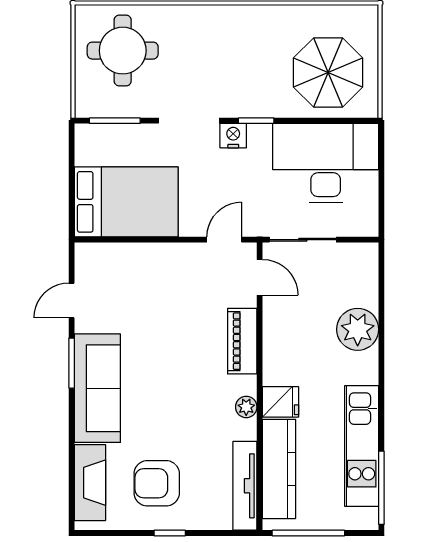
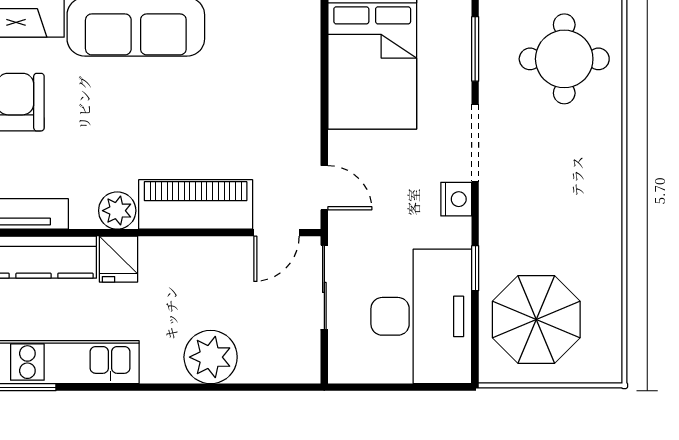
window: (256, 121) -> (475, 268), moved
piano: (242, 341) -> (196, 204), width x1.37, depth x1.33
plant: (246, 407) -> (117, 211), width x1.38, depth x1.38

